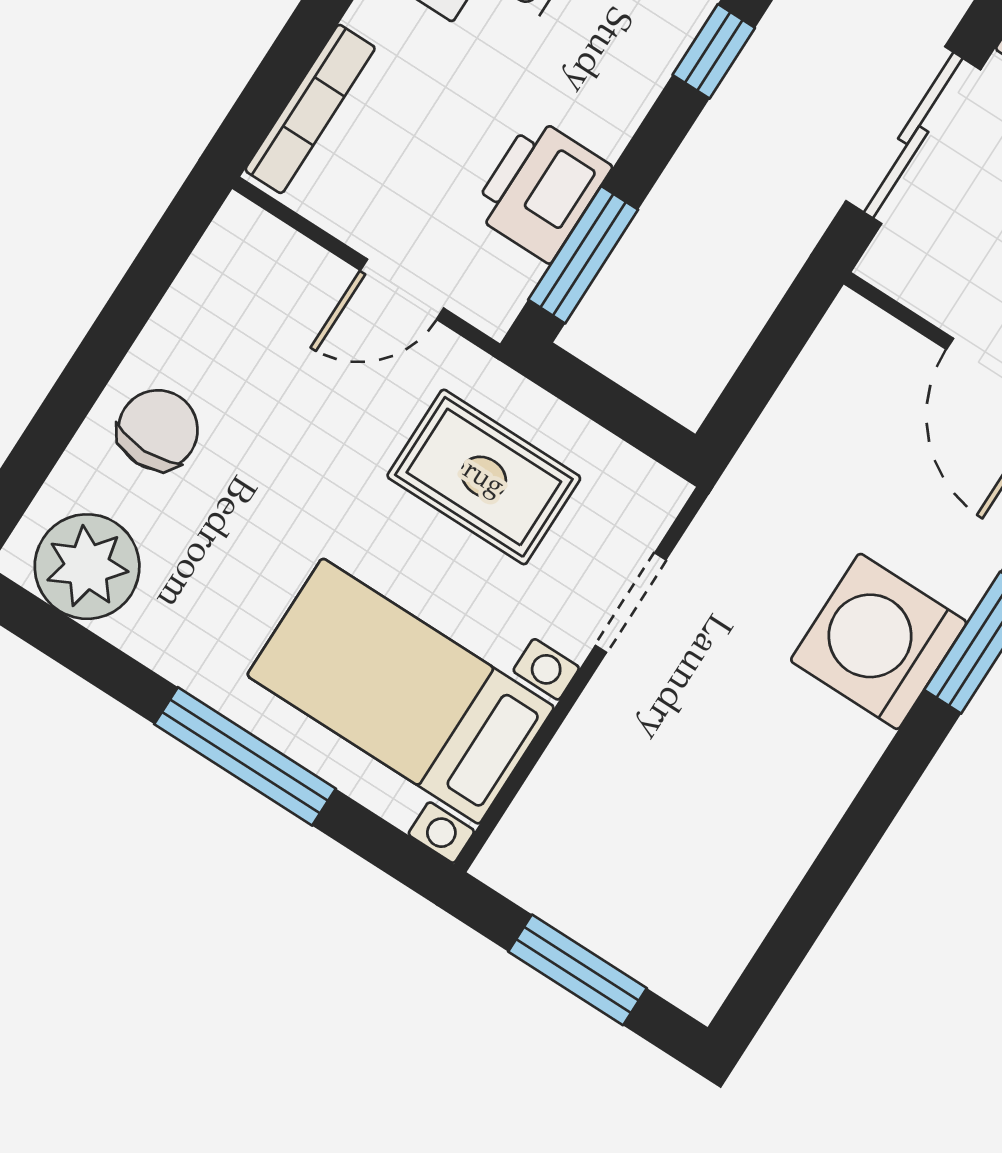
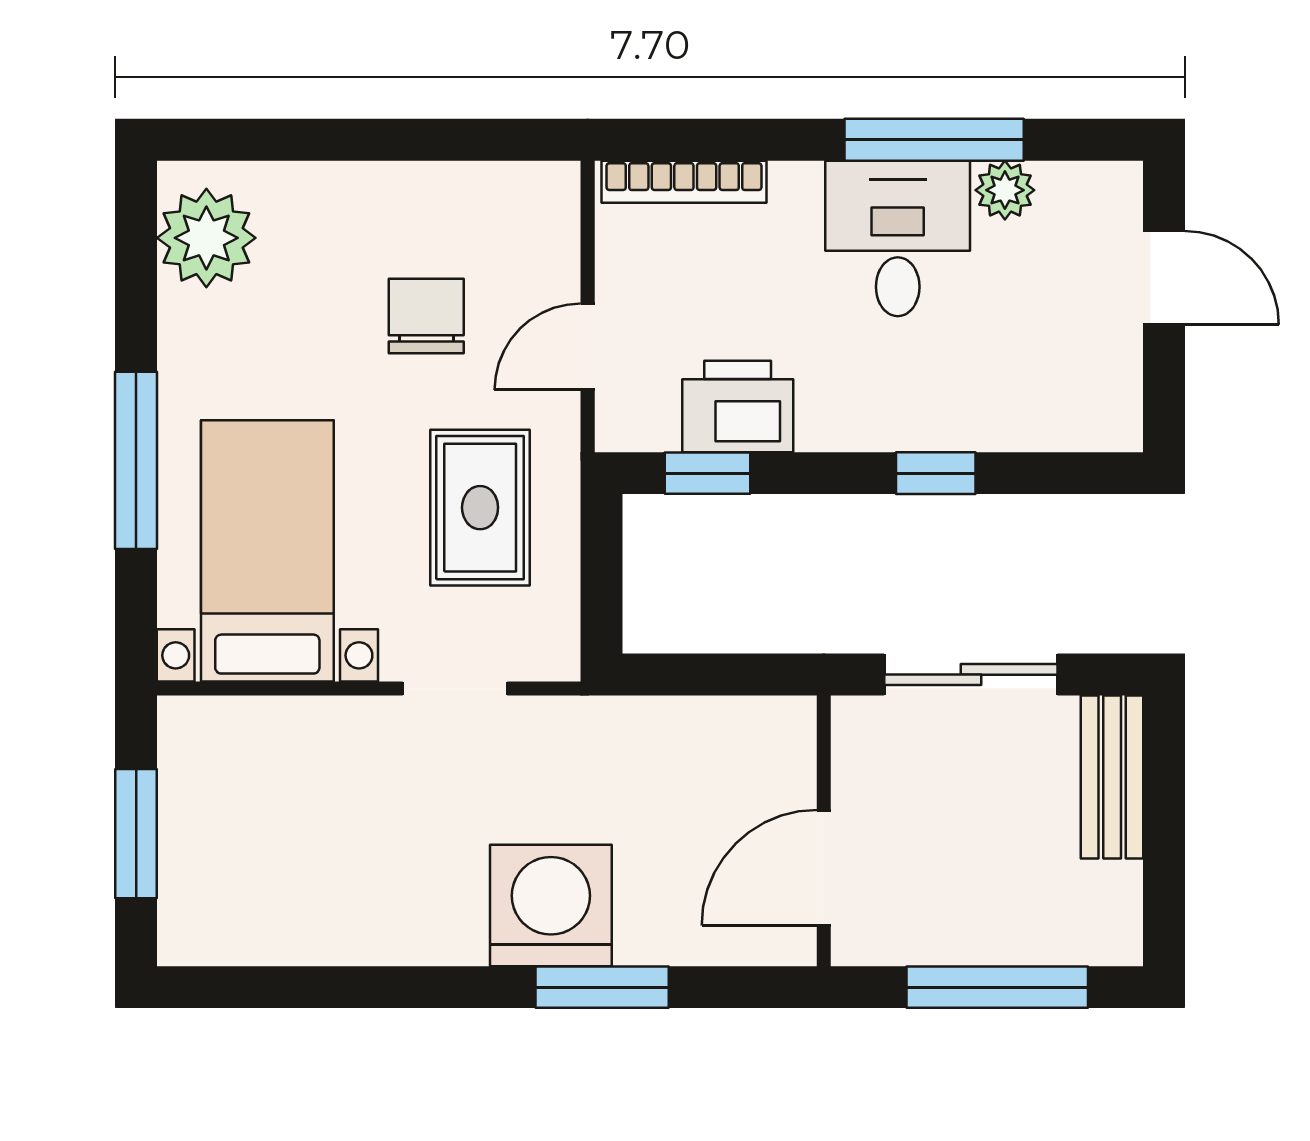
window: (583, 255) -> (707, 473), width x0.67
door: (402, 289) -> (588, 347), hinge flipped
chair: (158, 430) -> (426, 316), moved, turned -90

